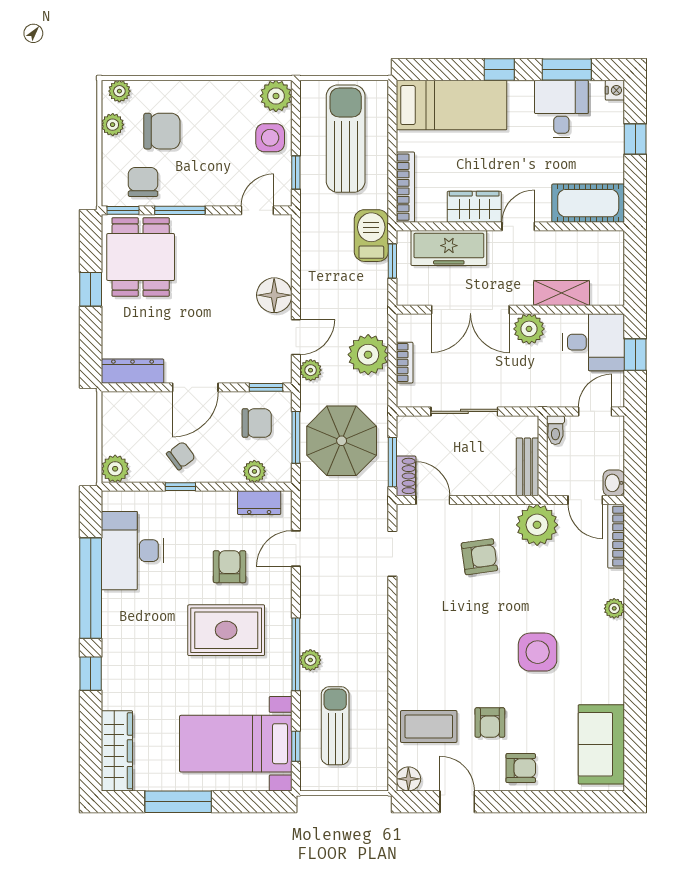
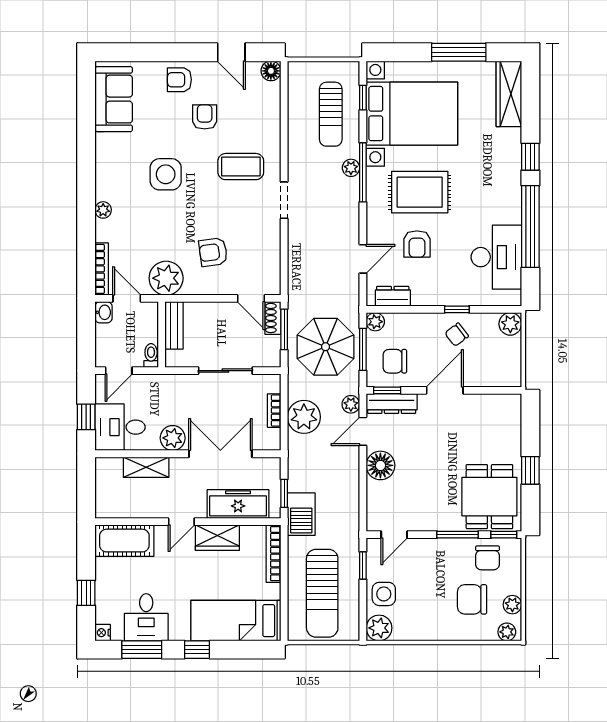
dresser: (133, 371) -> (392, 404), moved
plant: (254, 471) -> (375, 322), moved
doorway: (392, 554) -> (284, 200), moved
coffee table: (429, 726) -> (241, 167), moved
bed with nightstands: (236, 744) -> (412, 114), width x1.36

